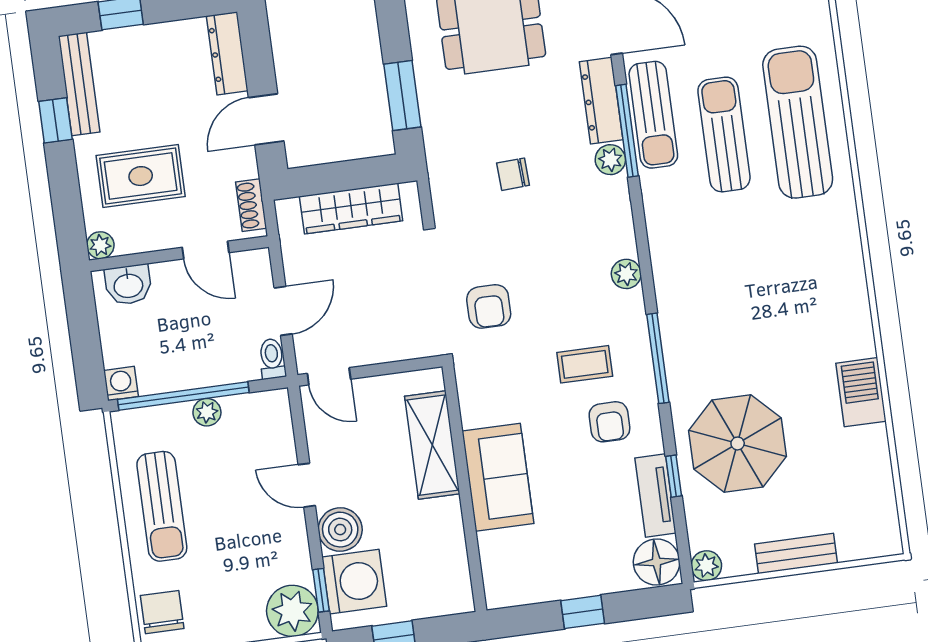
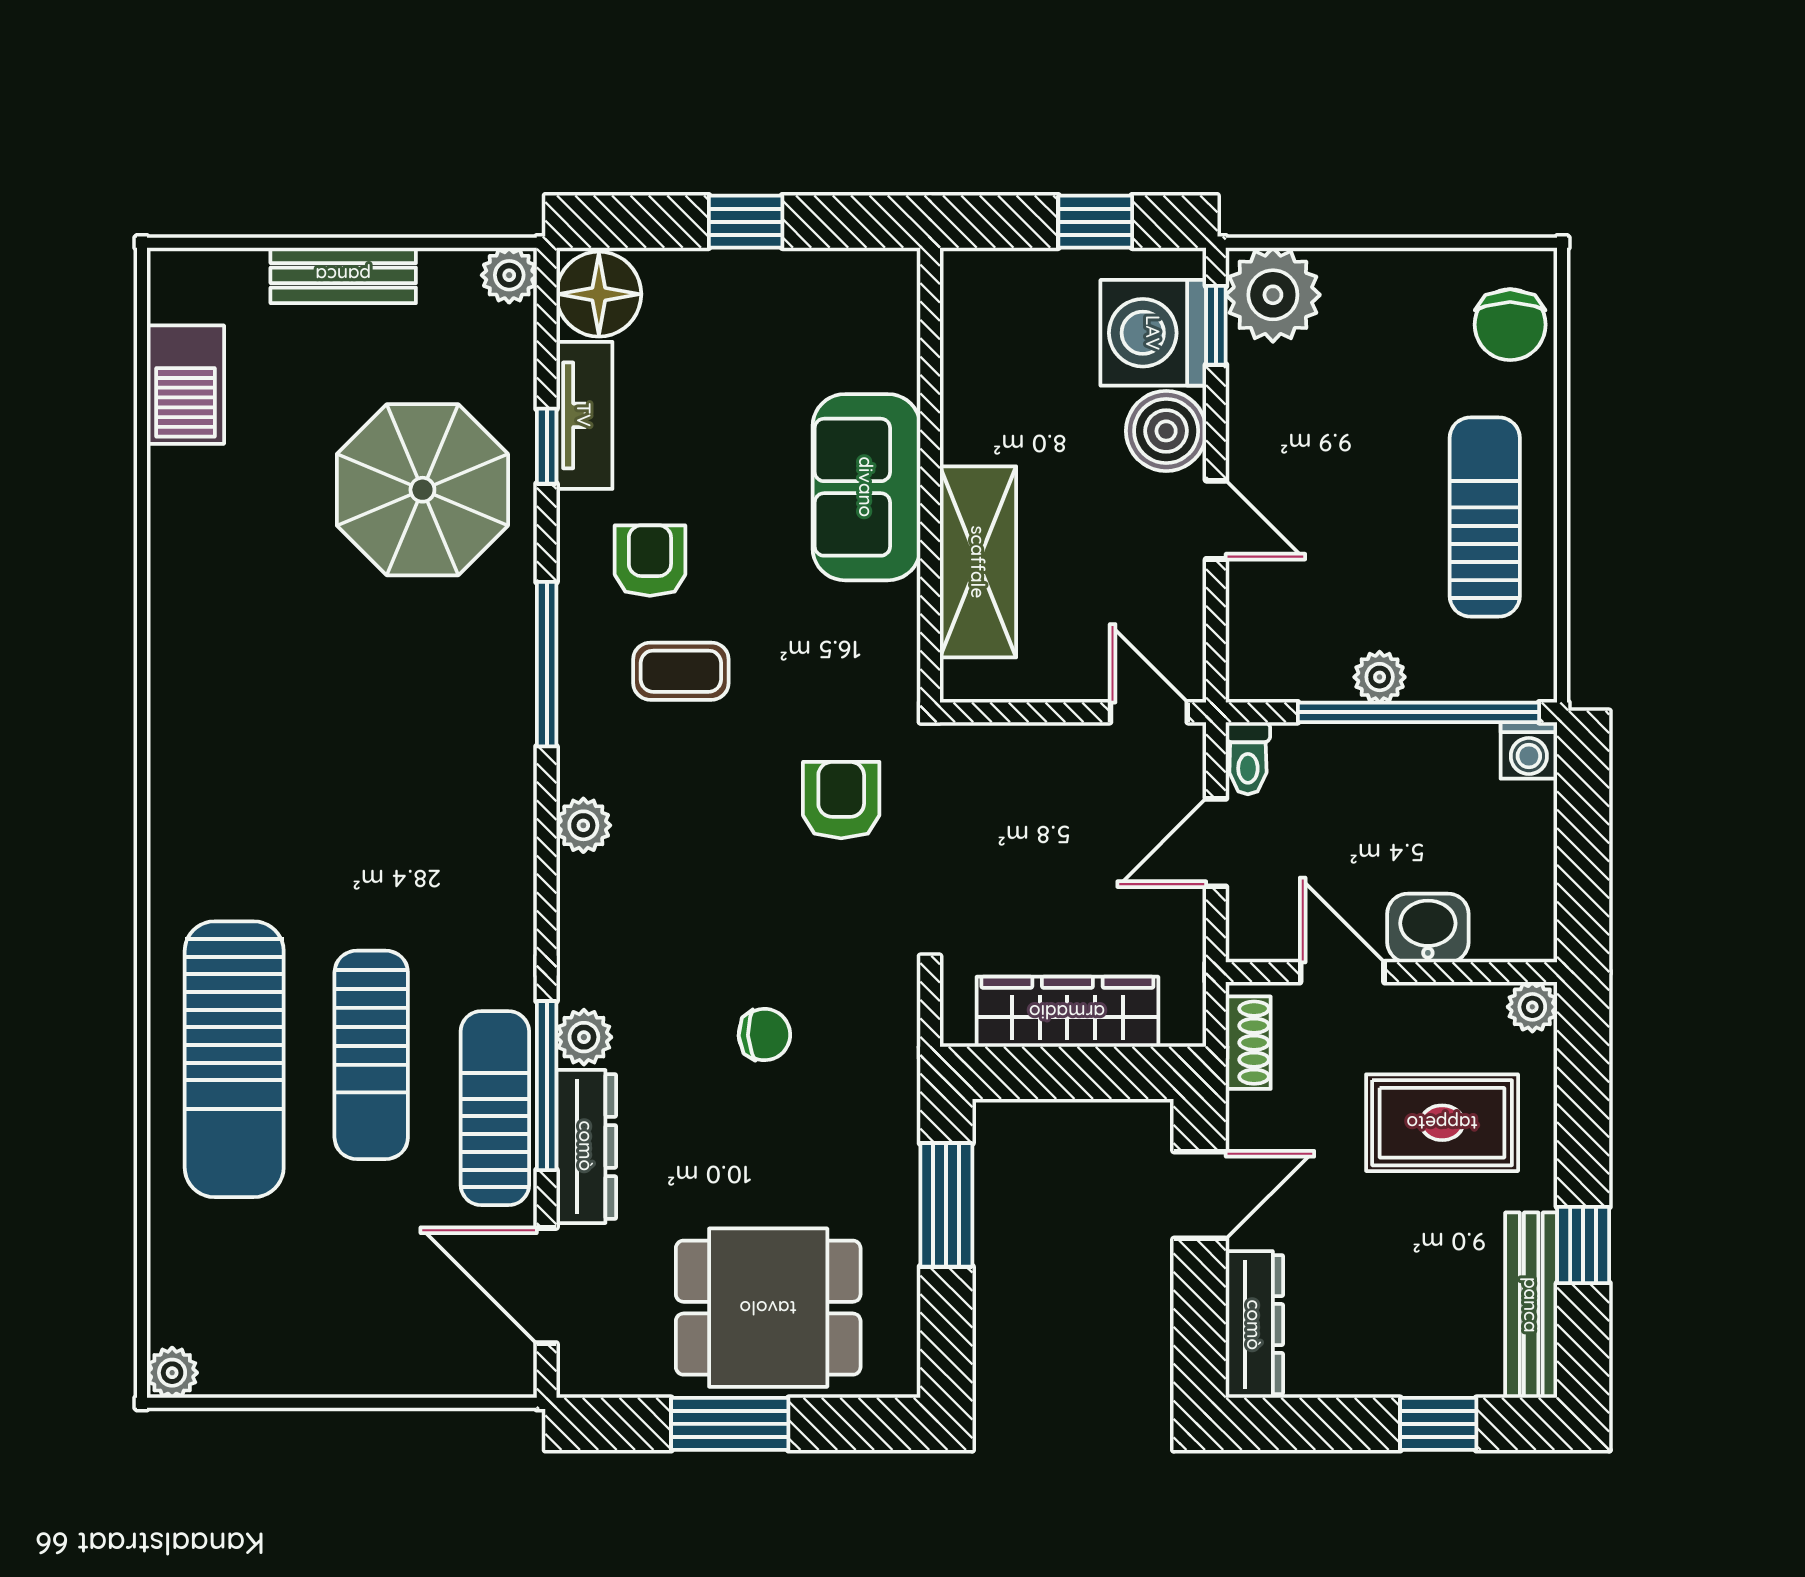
washbasin: (128, 285) -> (1428, 928), moved
barbecue: (861, 392) -> (185, 385), moved

